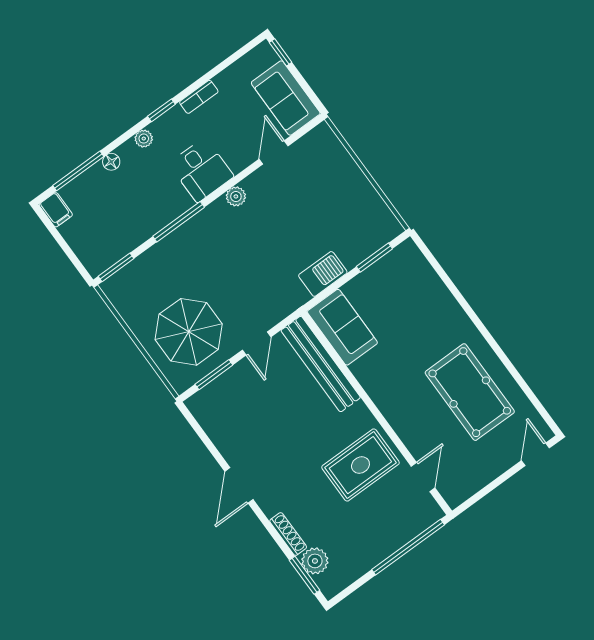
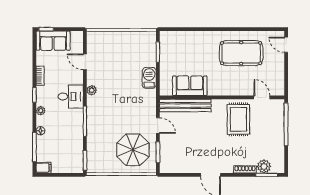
sofa: (286, 98) -> (53, 41), moved
sofa: (342, 327) -> (190, 86), moved

